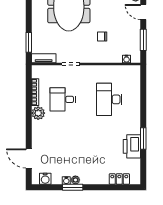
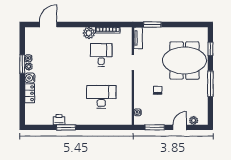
printer: (132, 146) -> (59, 120), width x0.53, depth x0.68
water cooler: (45, 179) -> (30, 78), moved
locker: (119, 179) -> (30, 93), moved

